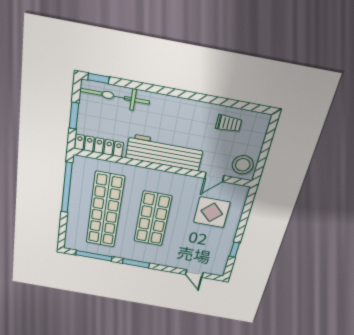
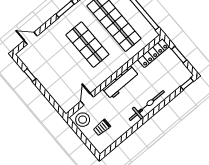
bicycle: (115, 96) -> (147, 106), moved
trolley: (229, 123) -> (102, 128), moved
workbench: (164, 153) -> (121, 82), width x0.73, depth x0.76
display table: (212, 212) -> (66, 81), removed

